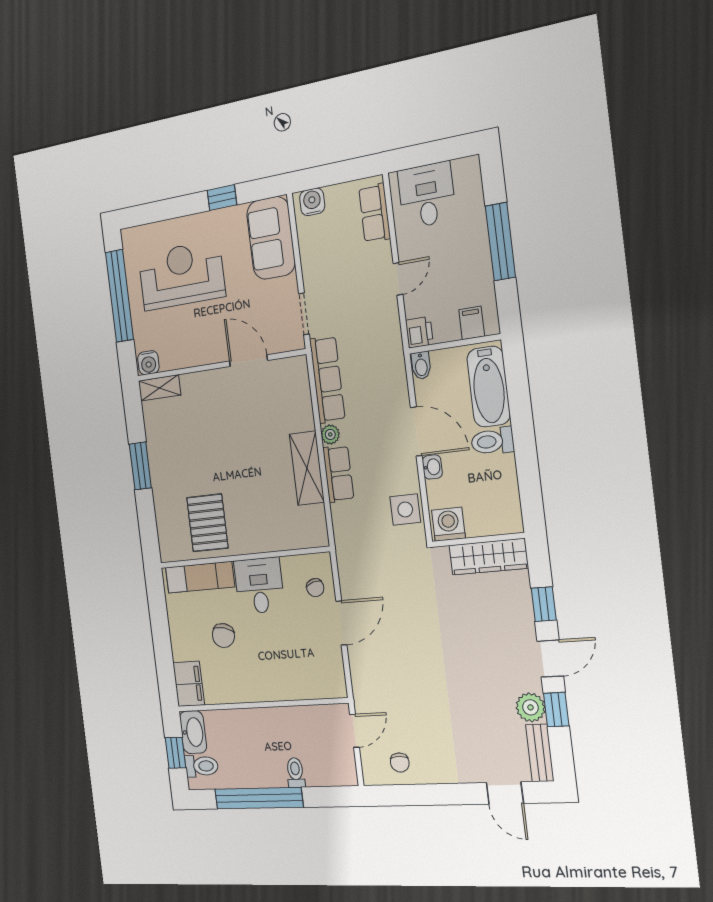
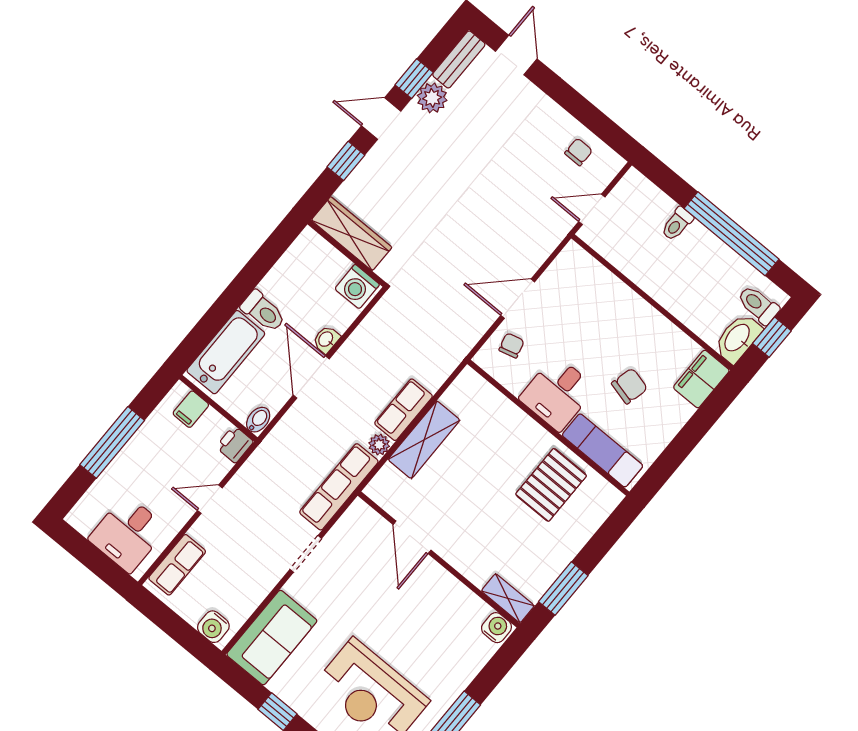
door: (248, 361) -> (412, 537), moved
water cooler: (148, 363) -> (496, 628), moved
wall: (220, 365) -> (439, 560), moved
shelving: (159, 388) -> (508, 598), moved
side table: (405, 510) -> (379, 330), removed

